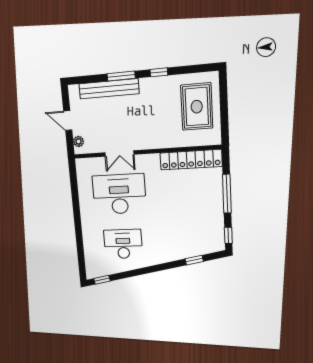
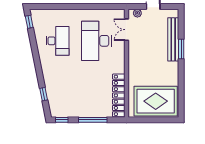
window: (159, 72) -> (181, 76), removed
rug: (197, 107) -> (156, 101), width x1.37, depth x1.44
double door: (119, 154) -> (126, 30), moved
desk: (119, 194) -> (96, 41), turned 180

